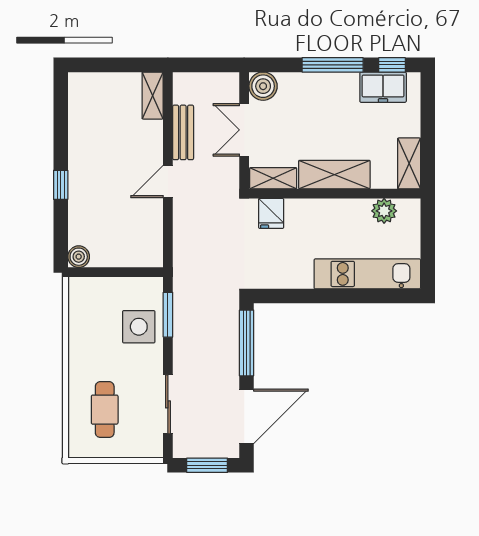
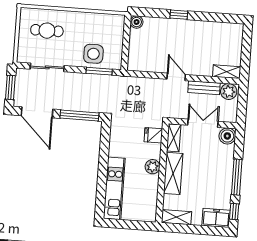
freezer: (383, 87) -> (216, 218), moved, turned 90
plant: (187, 89) -> (229, 92), added
plant: (384, 211) -> (153, 167), moved

